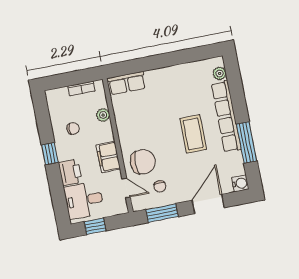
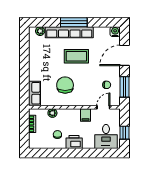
window: (247, 142) -> (74, 22), moved
window: (50, 154) -> (71, 153), removed
filing cabinet: (108, 157) -> (86, 115), width x0.50
chair: (143, 162) -> (65, 85), moved
printer: (70, 172) -> (74, 142), moved
door: (208, 204) -> (125, 55), hinge flipped

